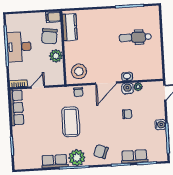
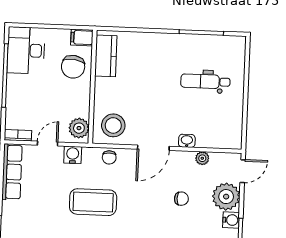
desk: (19, 47) -> (26, 50), moved
plant: (56, 56) -> (79, 128), moved
water cooler: (127, 89) -> (73, 155), moved
plant: (156, 110) -> (226, 197), added
coffee table: (71, 122) -> (93, 202), turned 90

